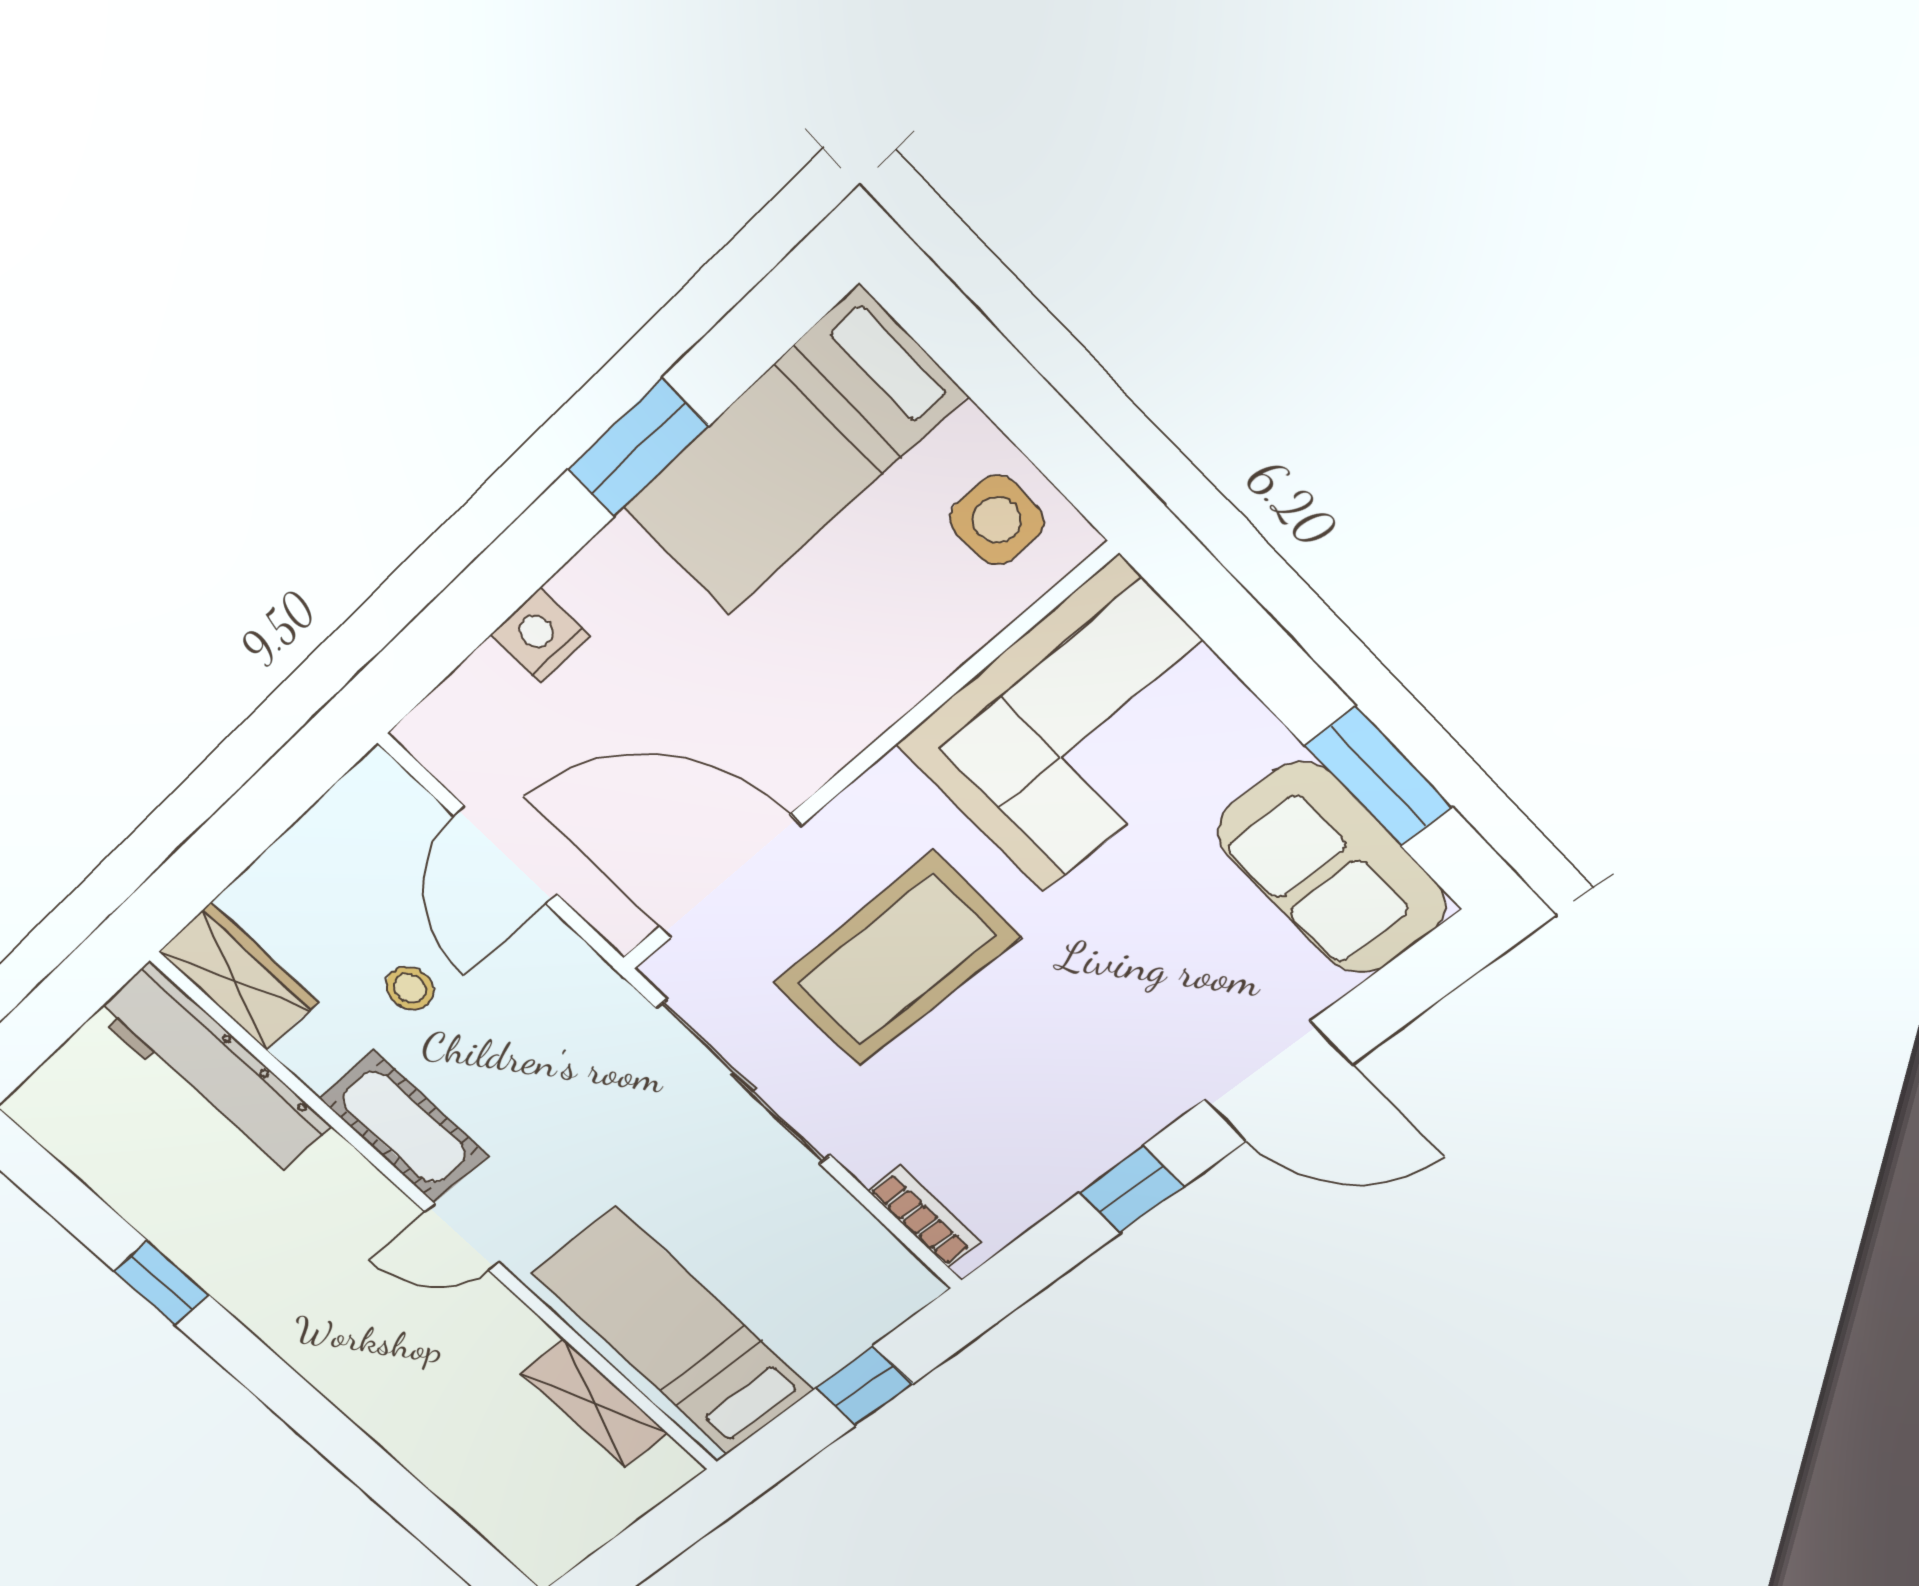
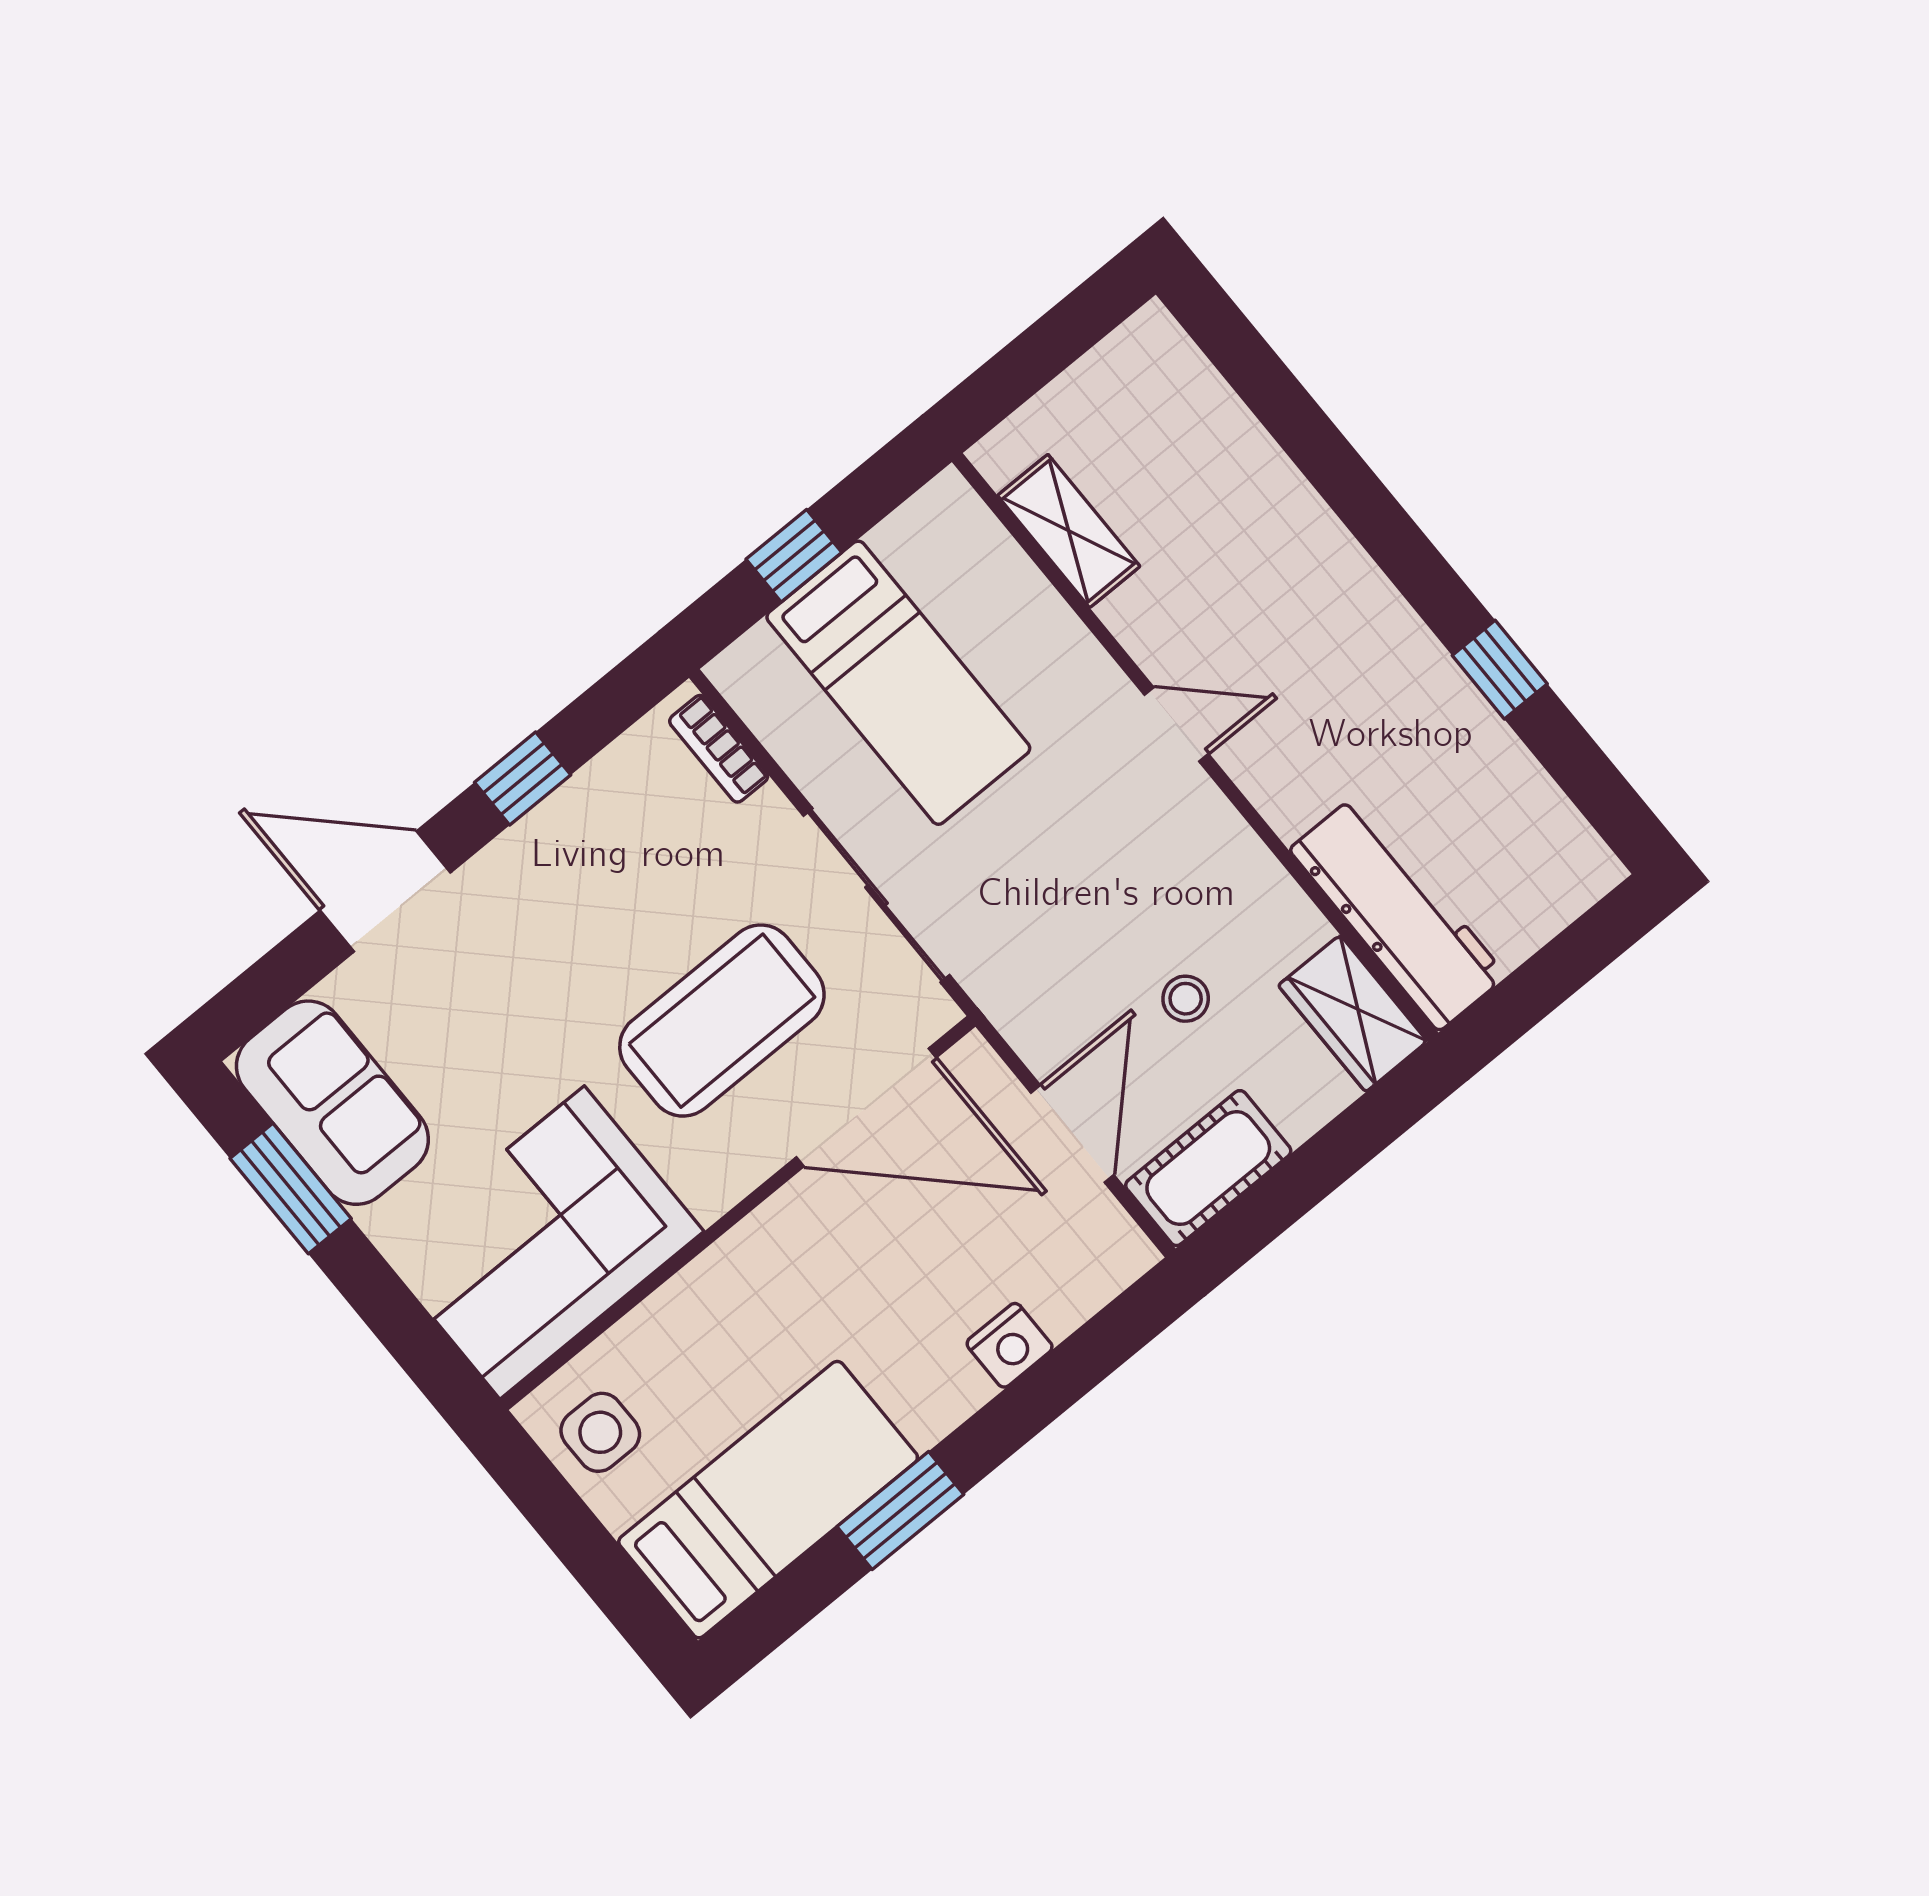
cot: (404, 1127) -> (1208, 1168), moved, turned 90
bed: (673, 1331) -> (898, 683), moved

